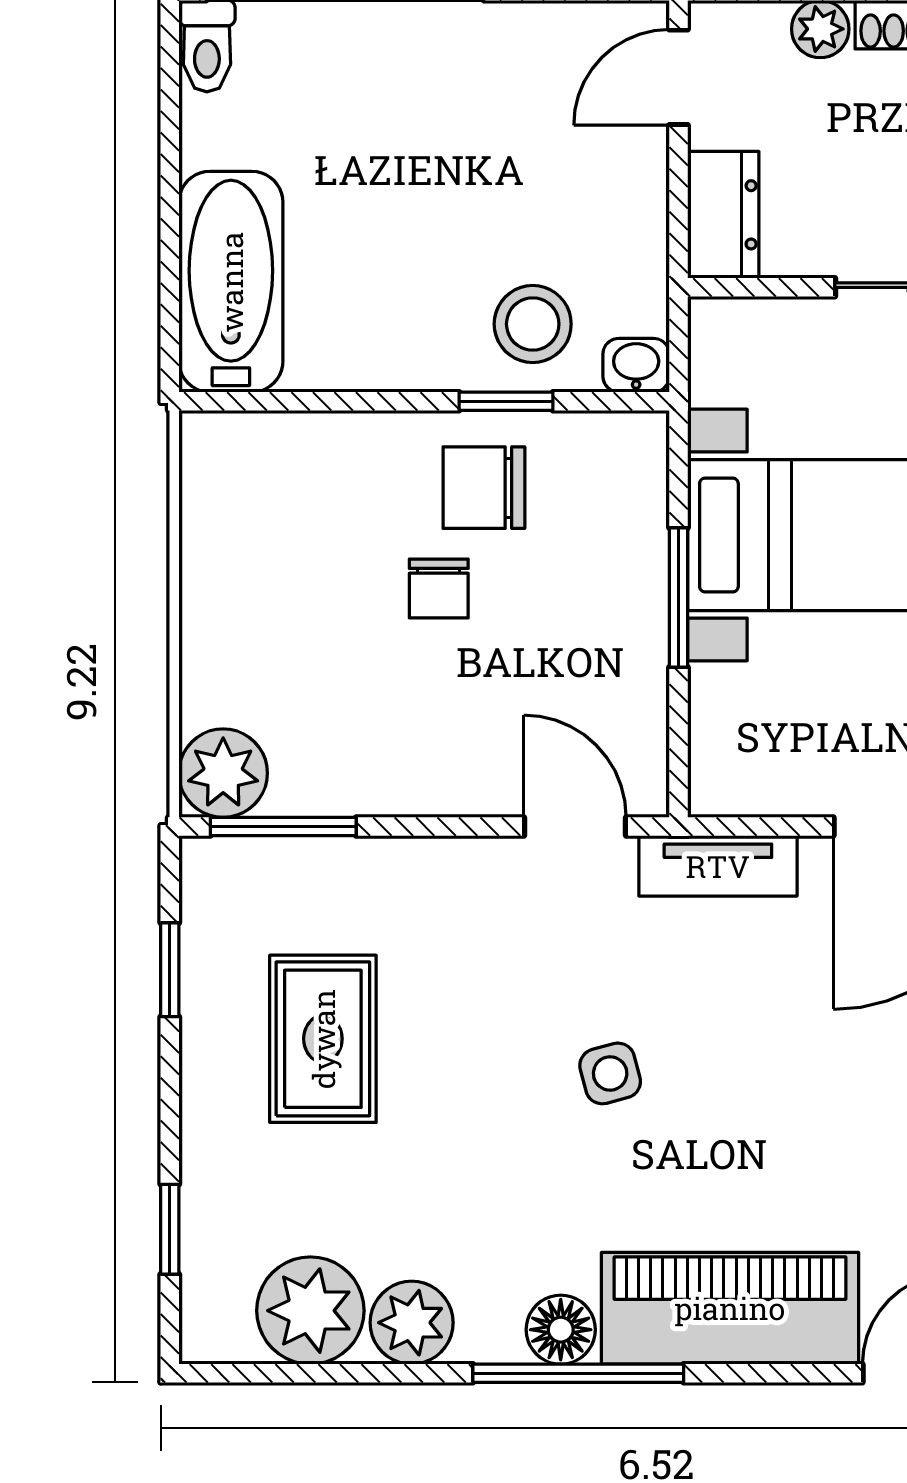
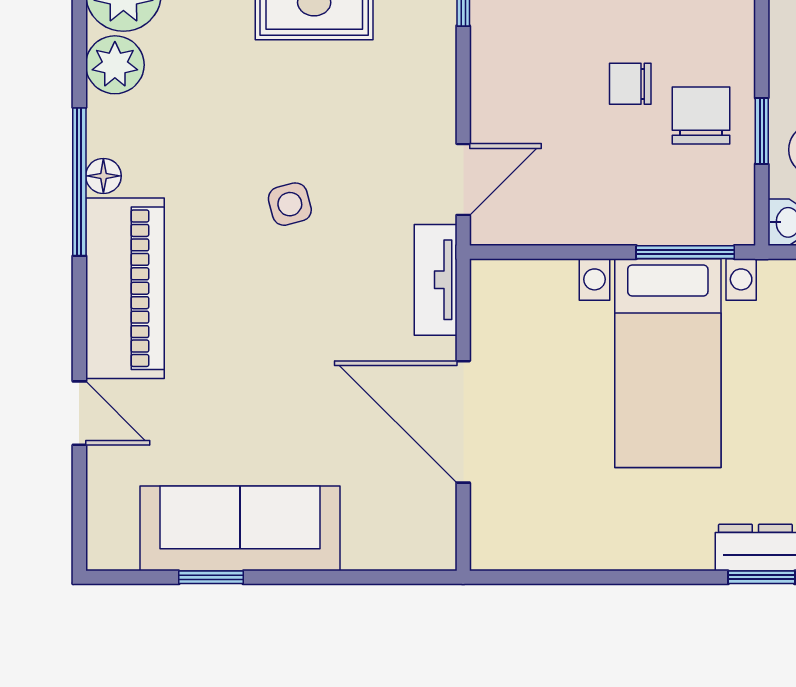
window: (679, 598) -> (685, 252), moved
floor lamp: (561, 1330) -> (103, 176), width x0.73, depth x0.73

